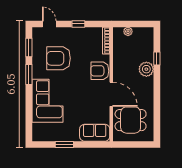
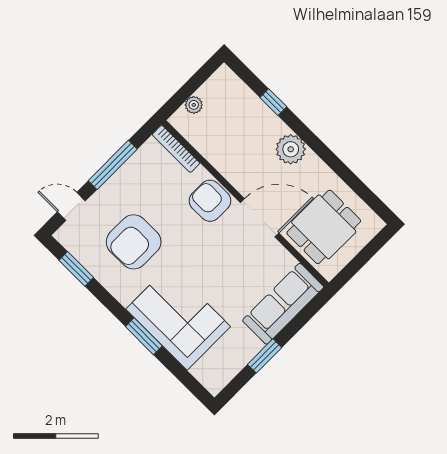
window: (78, 24) -> (113, 165), width x2.17
plant: (146, 69) -> (291, 149), moved
armchair: (100, 71) -> (210, 201), turned 90
window: (29, 75) -> (144, 336), moved
sofa: (95, 133) -> (283, 304), width x1.36

